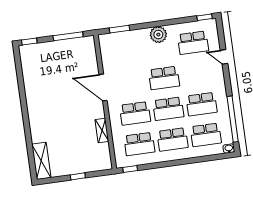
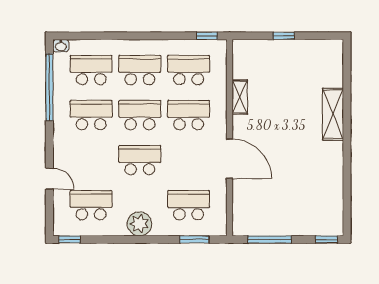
school desk: (127, 52) -> (189, 205), added
shelving: (41, 161) -> (333, 114), moved

